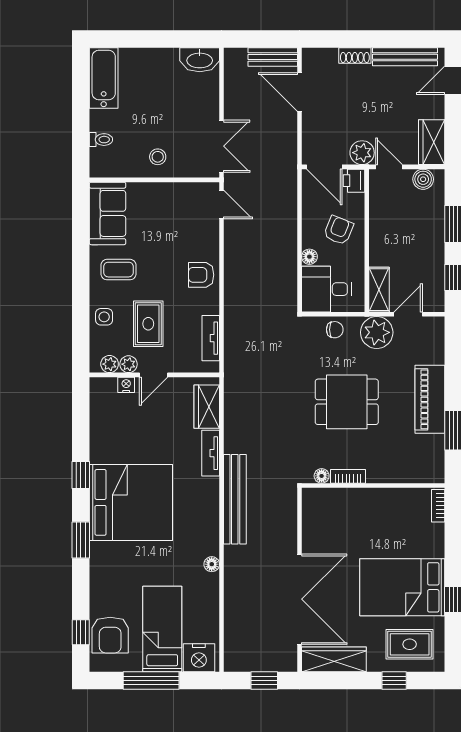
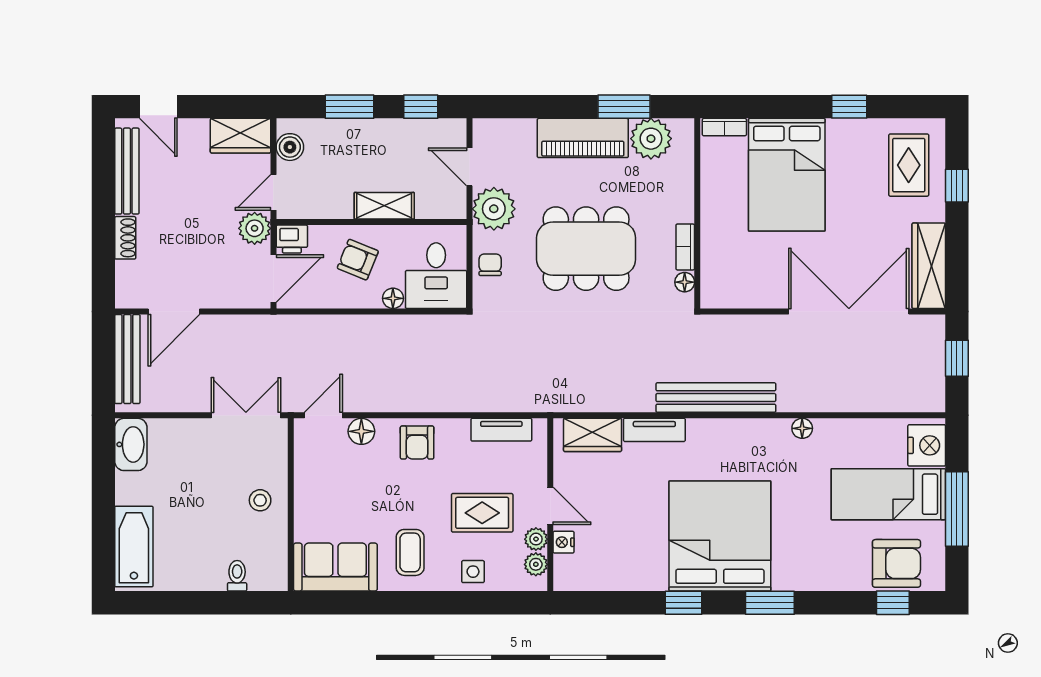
bench: (273, 57) -> (127, 359), width x1.36
bathtub: (104, 78) -> (134, 547), moved, turned 90
floor lamp: (209, 233) -> (361, 431), added
shelving: (379, 290) -> (384, 206), moved
dining table: (347, 402) -> (586, 249), width x1.38
plant: (429, 451) -> (651, 139), added
bed: (402, 587) -> (787, 175), moved

